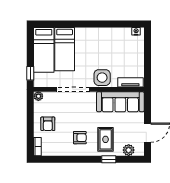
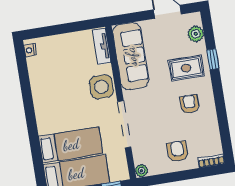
armchair: (48, 124) -> (177, 151), turned -90

